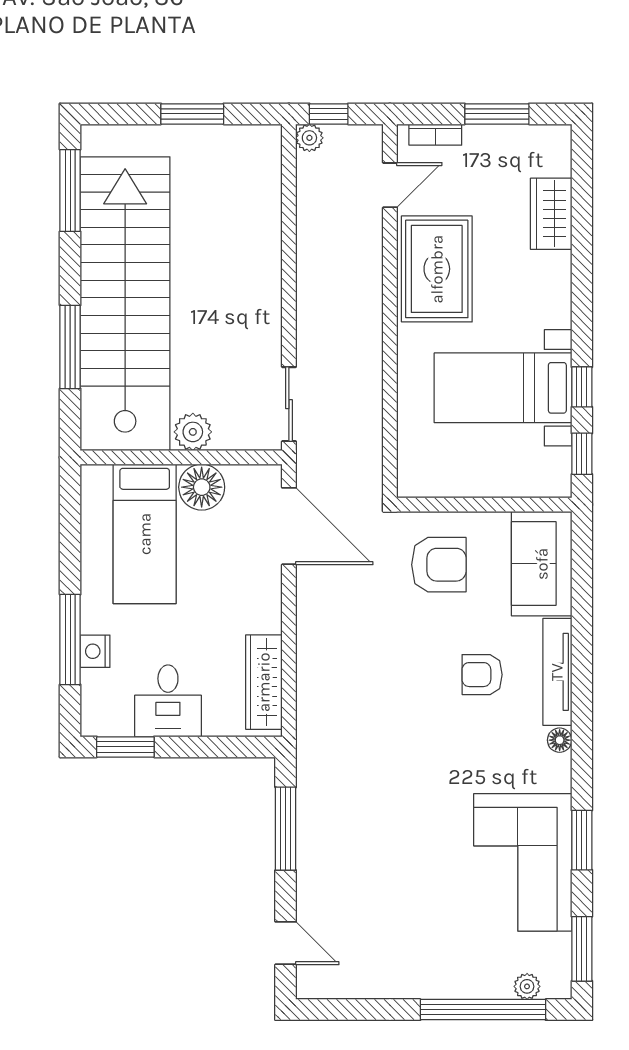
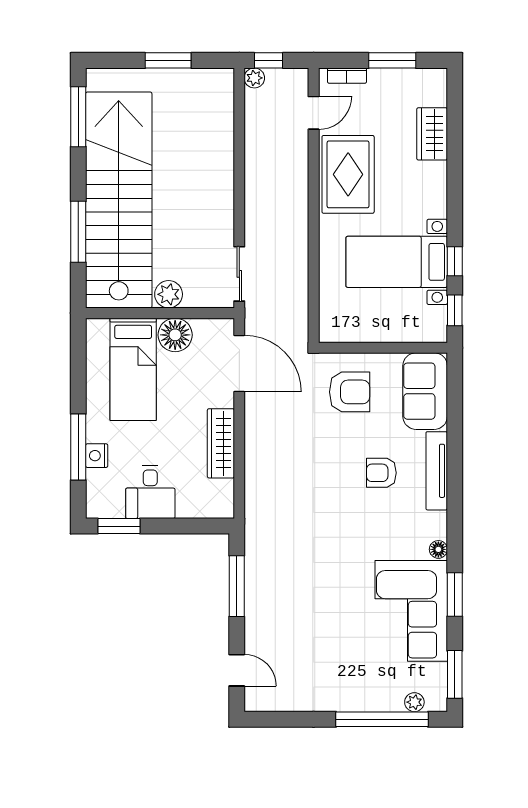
wardrobe: (264, 682) -> (221, 443), moved
floor lamp: (560, 740) -> (438, 549), moved

